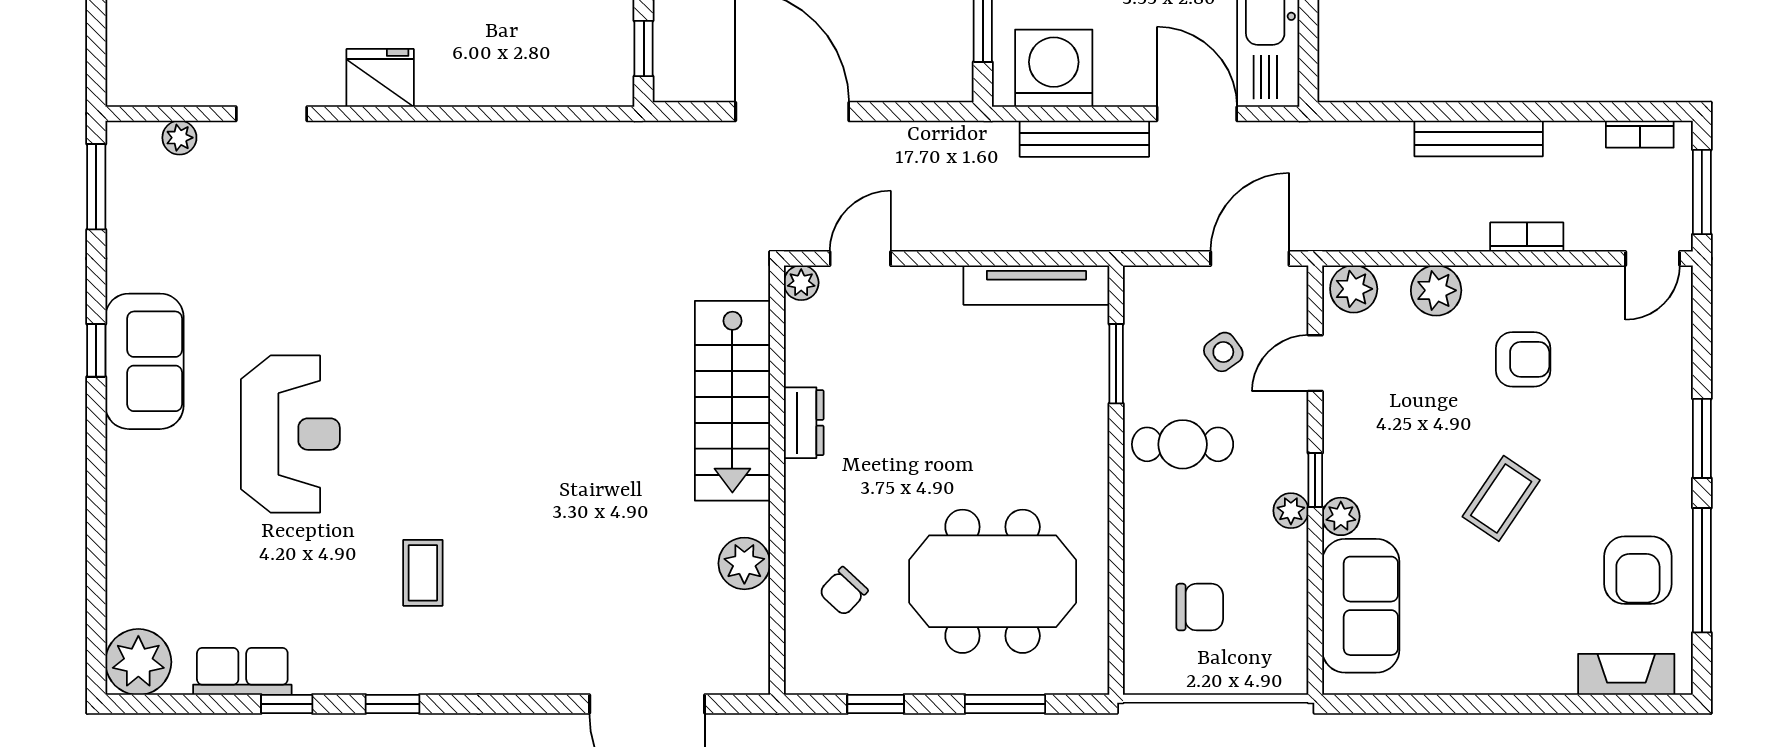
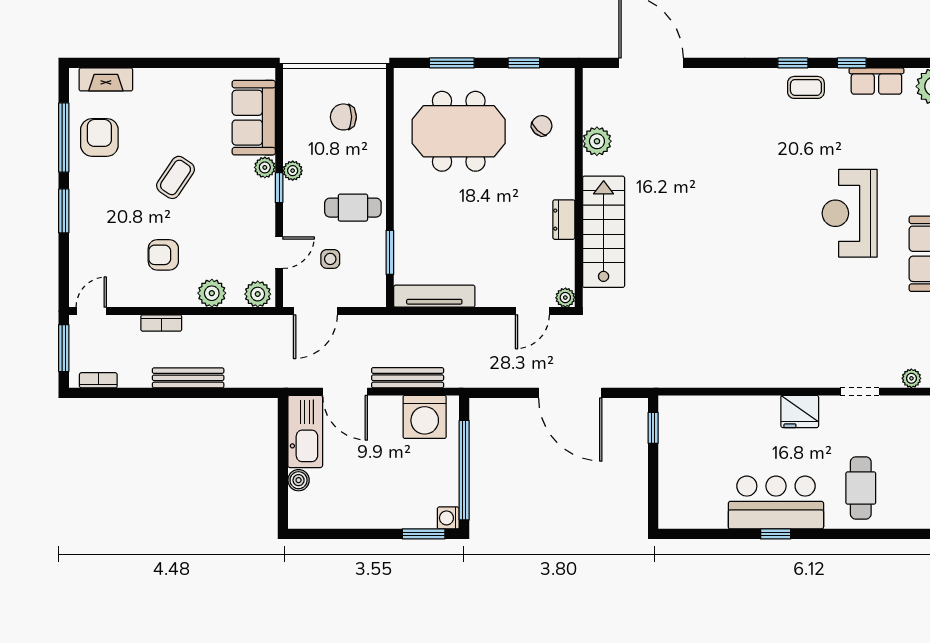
side table: (1223, 352) -> (330, 259), turned 36
coffee table: (423, 573) -> (806, 87), moved, turned 90

